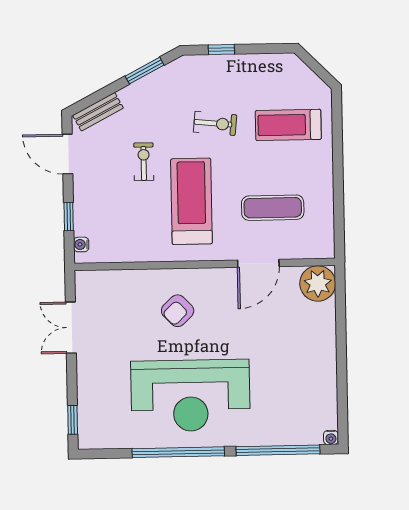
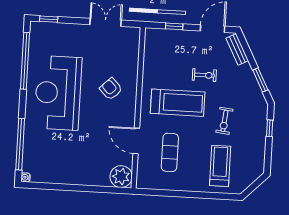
water cooler: (81, 244) -> (156, 33), removed
window: (178, 452) -> (25, 61), moved

